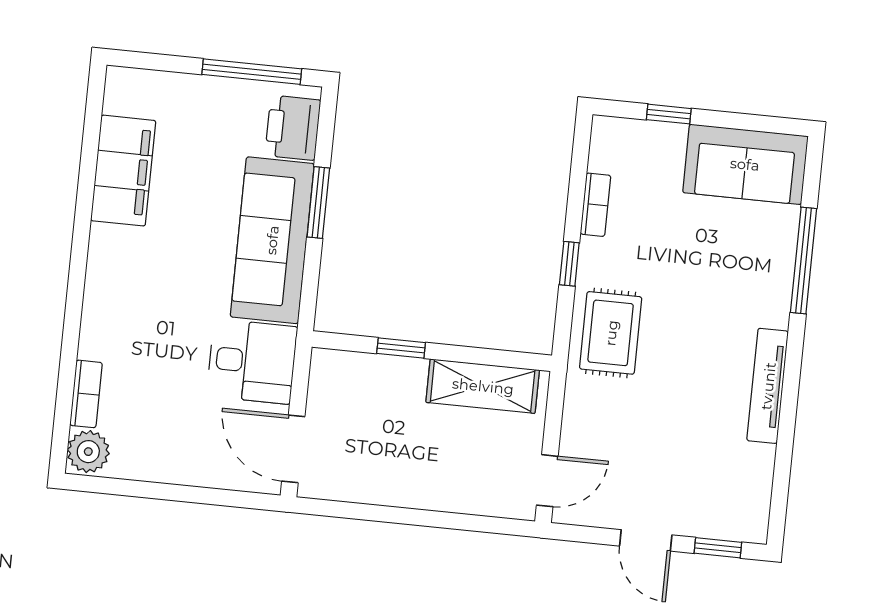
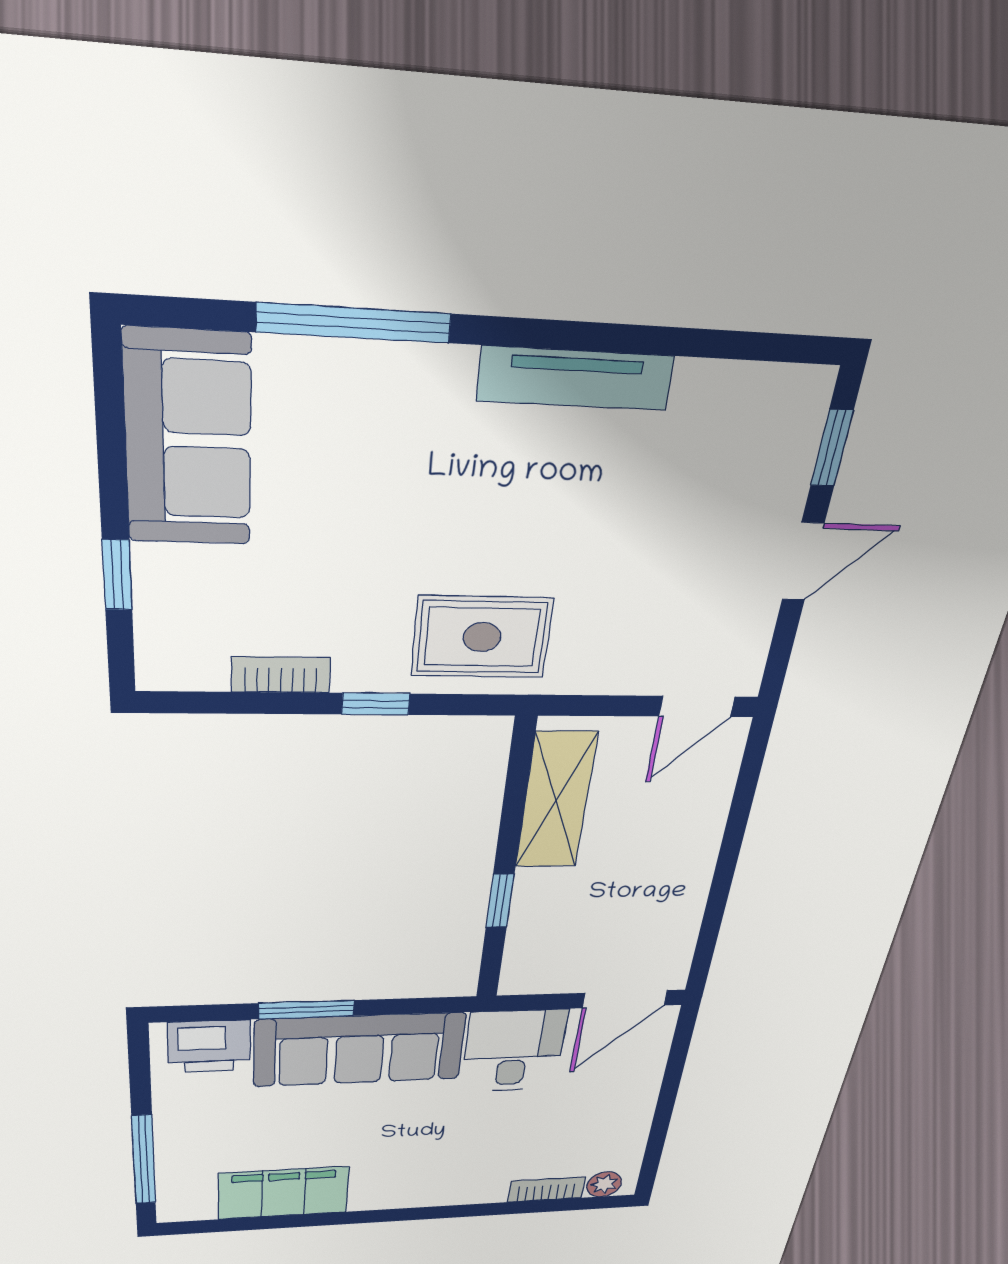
window: (252, 72) -> (144, 1160), moved
plant: (88, 452) -> (604, 1184), width x0.73, depth x0.73
door: (547, 481) -> (697, 707), swing flipped

